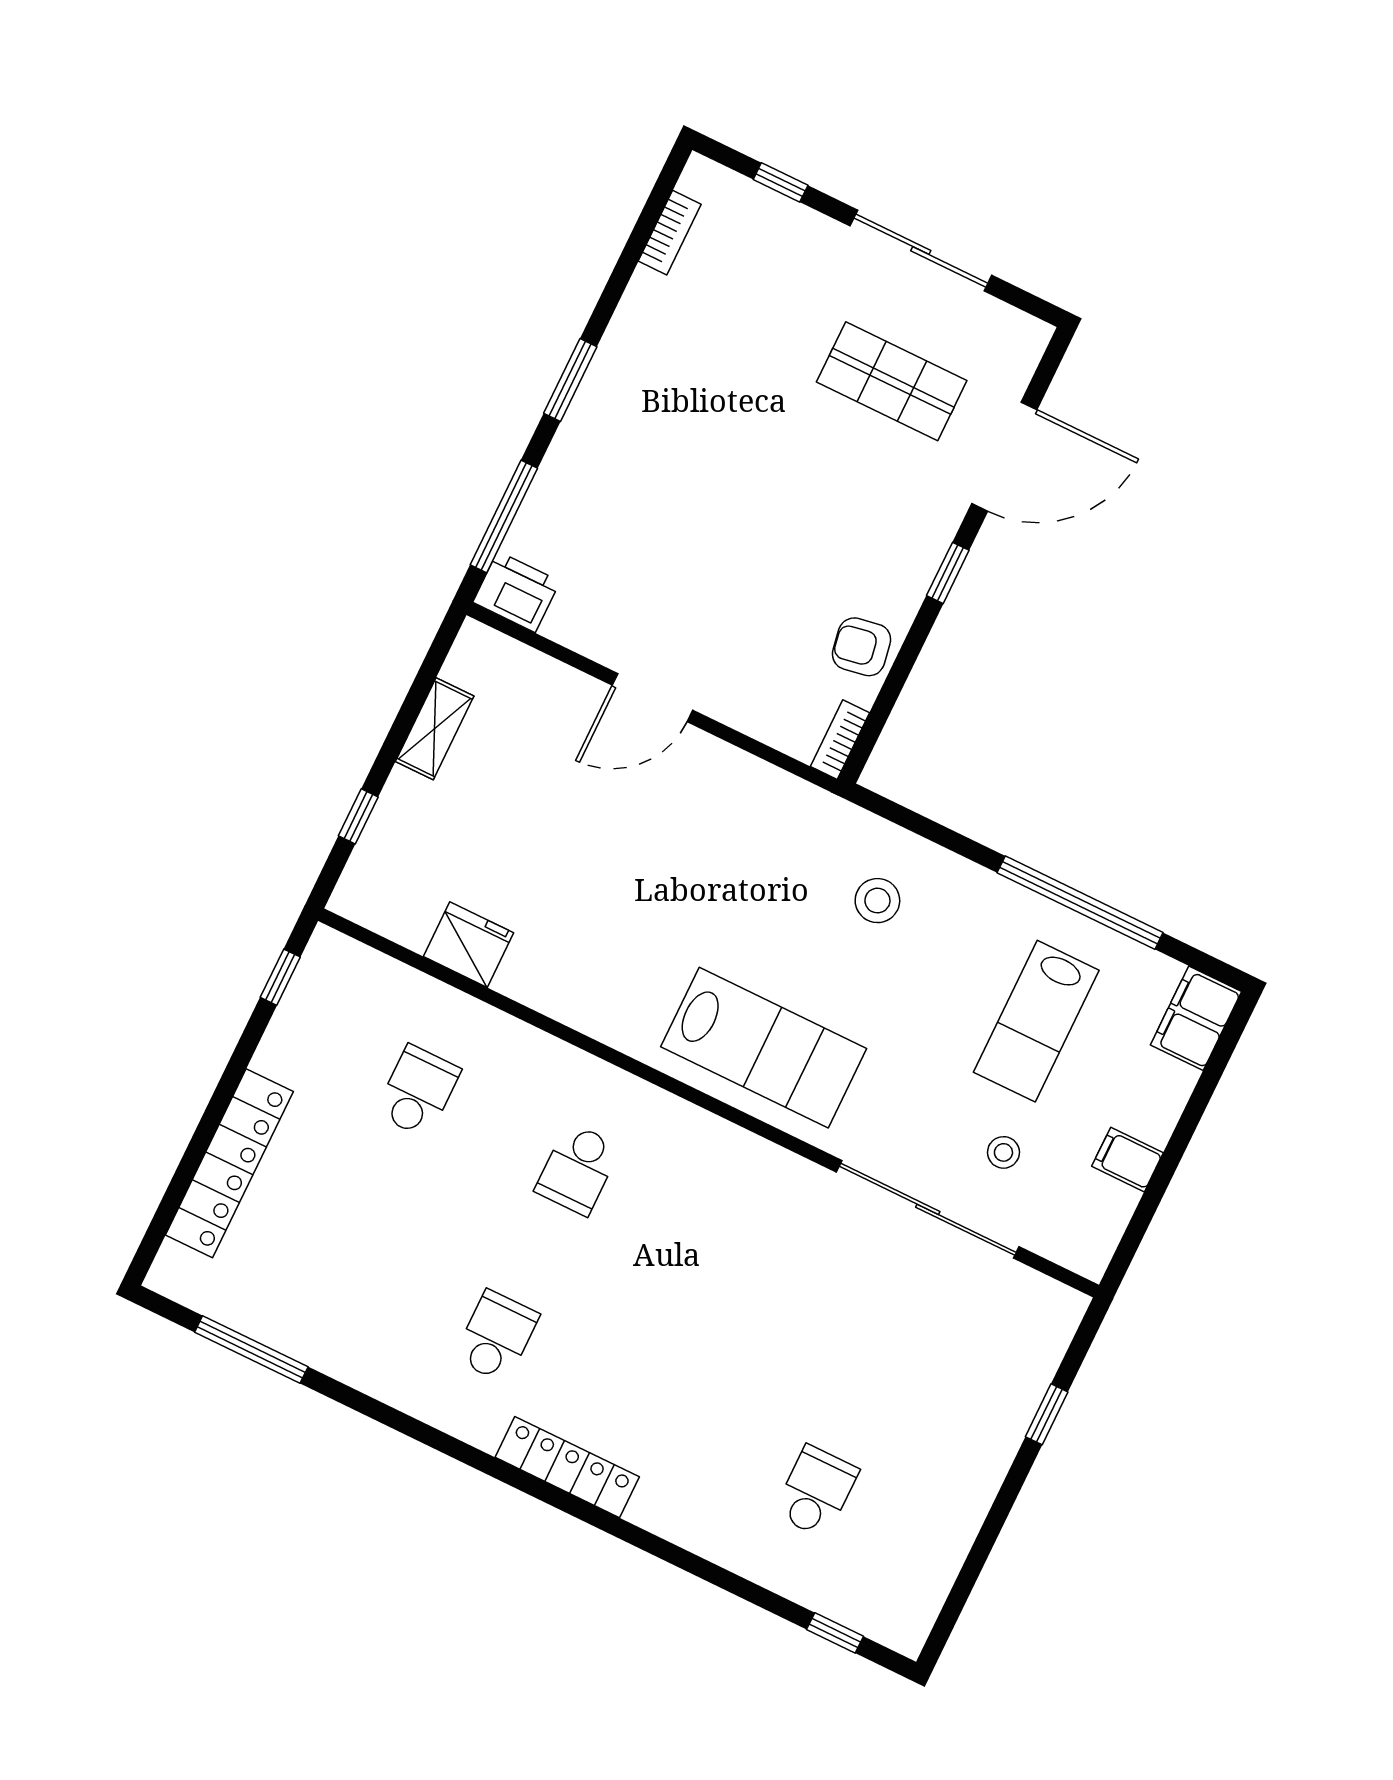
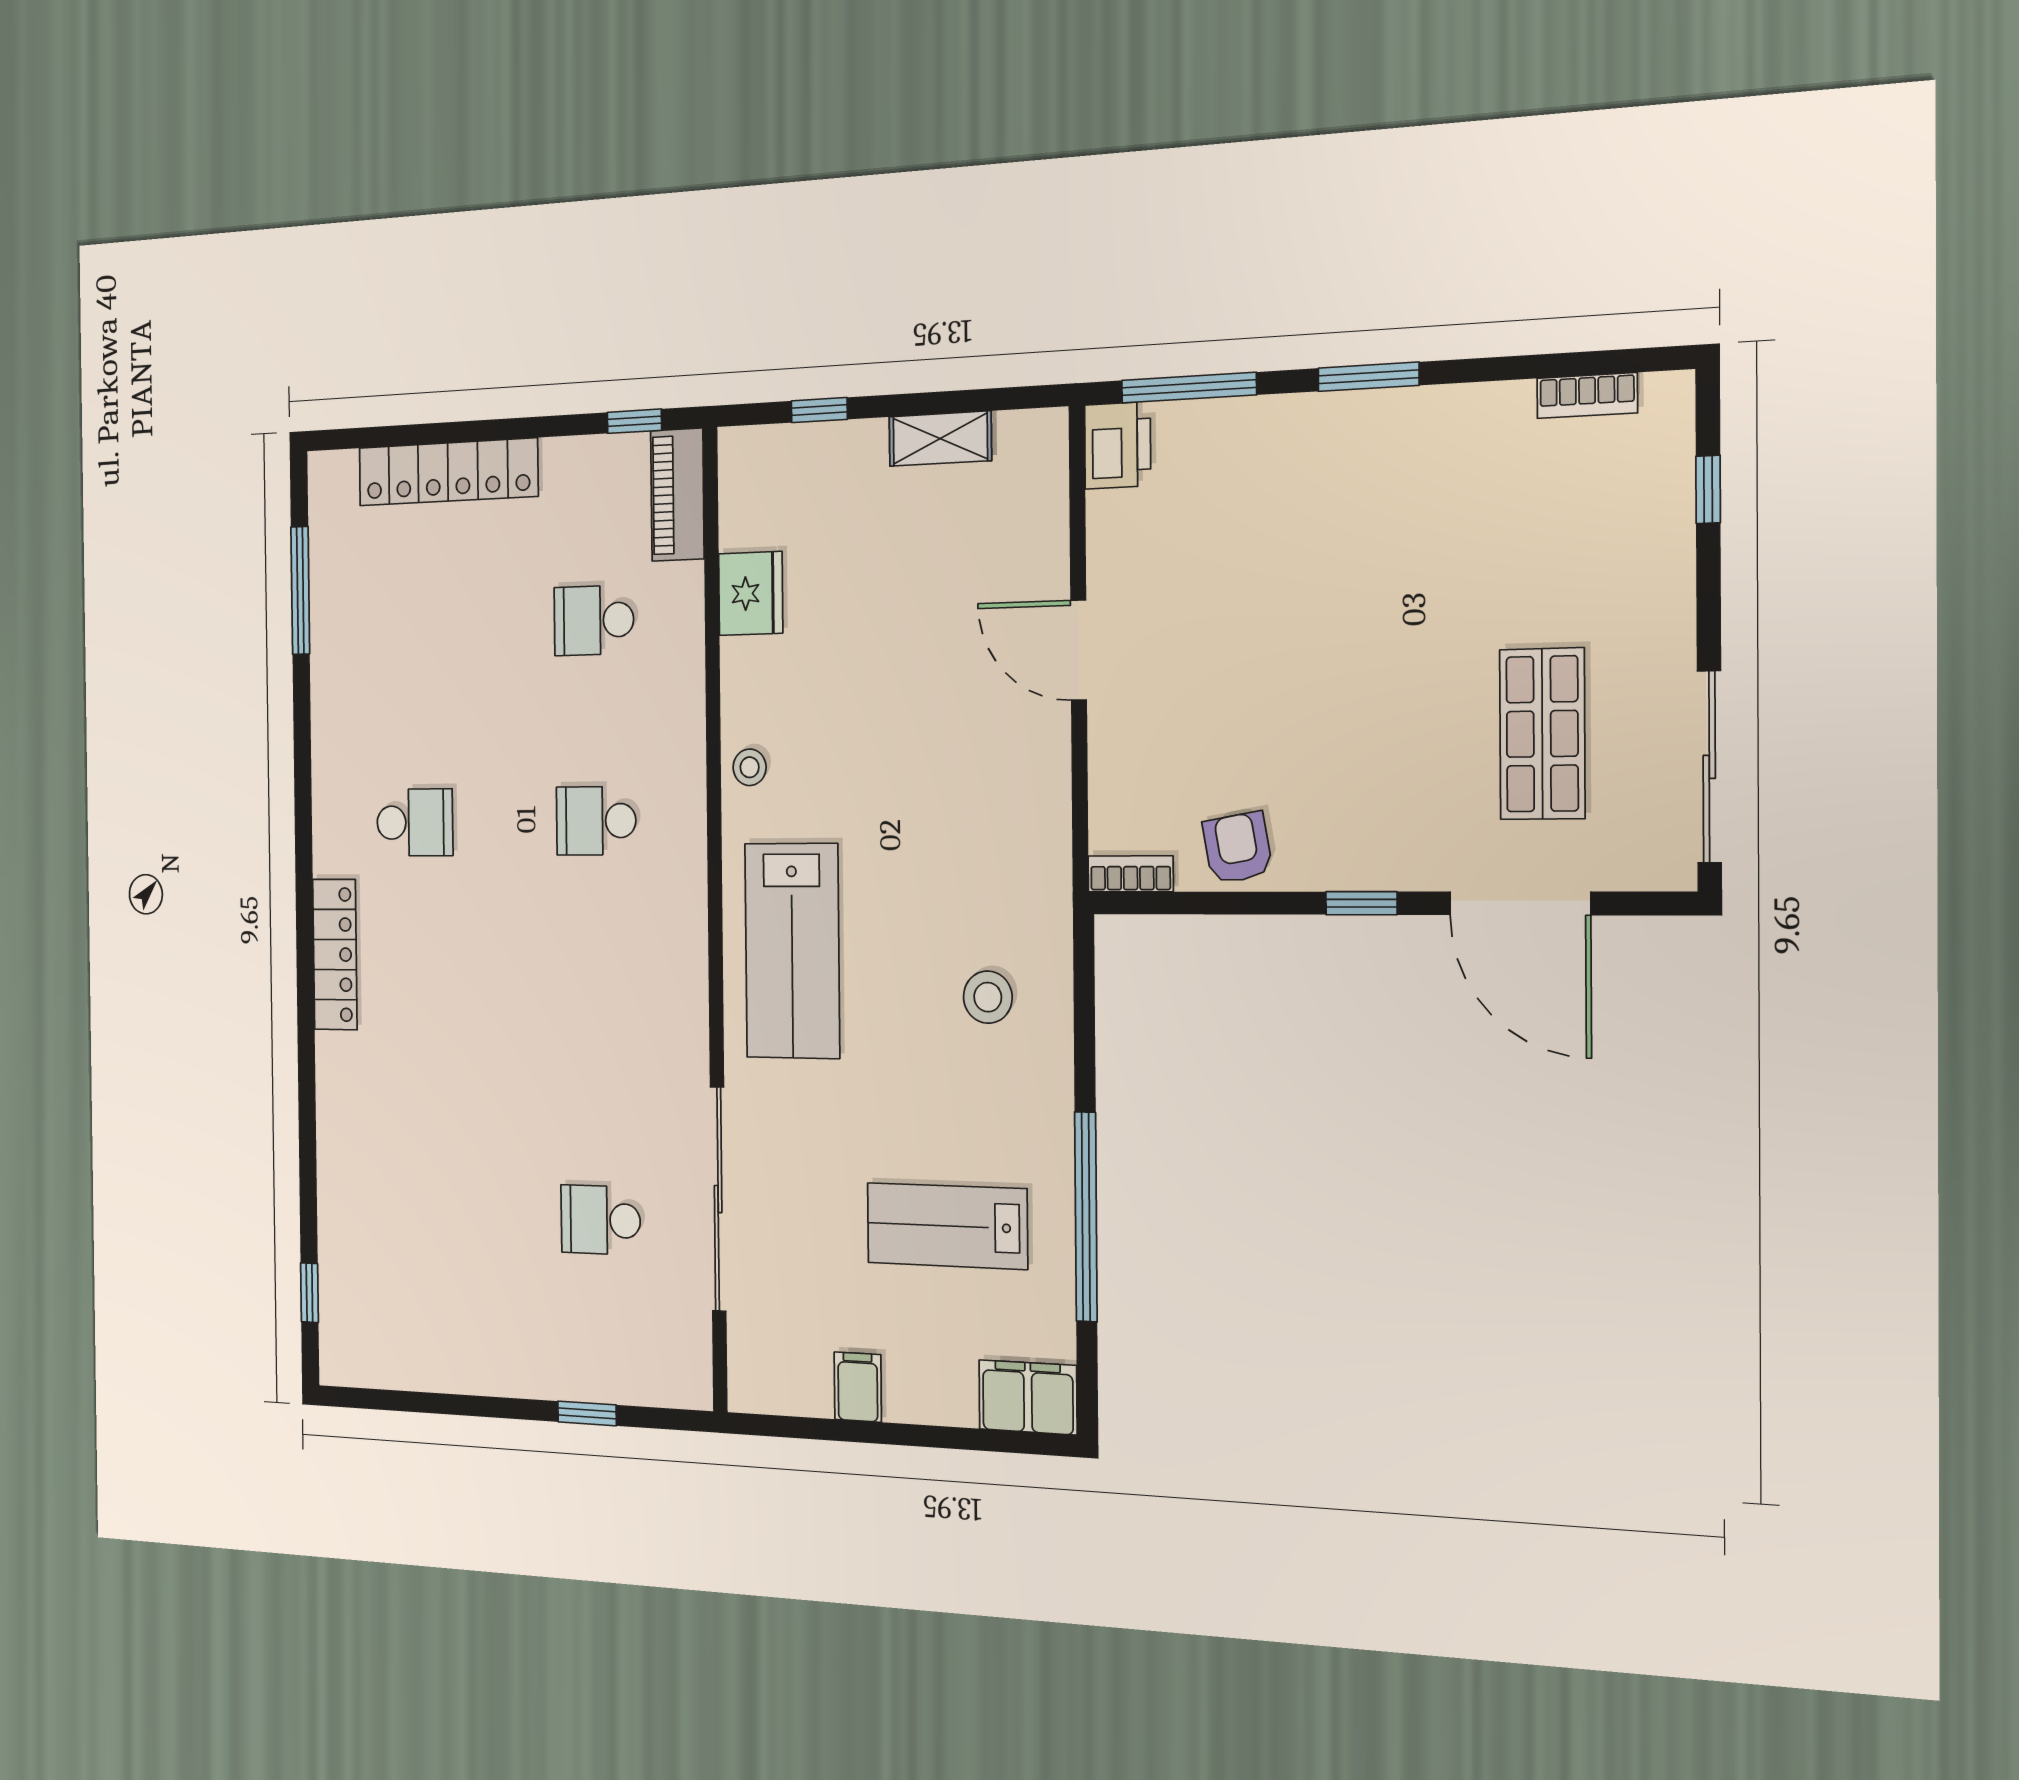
sliding door: (921, 251) -> (1709, 767), moved
piano: (358, 969) -> (677, 495), added
school desk: (418, 1091) -> (594, 620), turned 180
stool: (1003, 1152) -> (750, 767), moved
school desk: (816, 1492) -> (601, 1220), moved, turned 180

